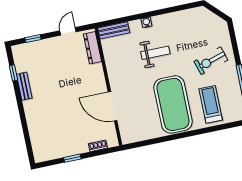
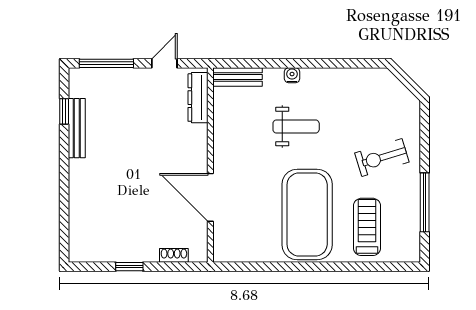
window: (33, 39) -> (106, 63), width x2.17
bench: (24, 86) -> (77, 128), width x1.36

